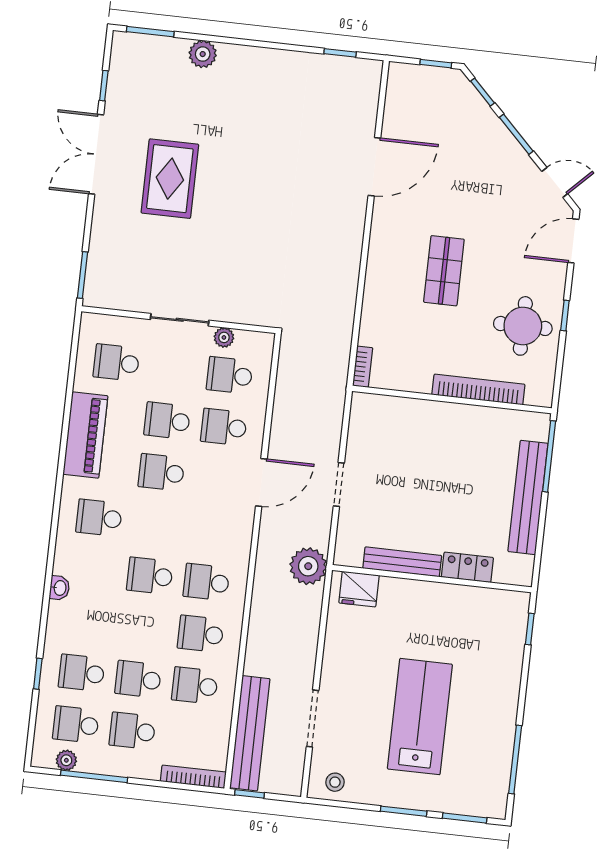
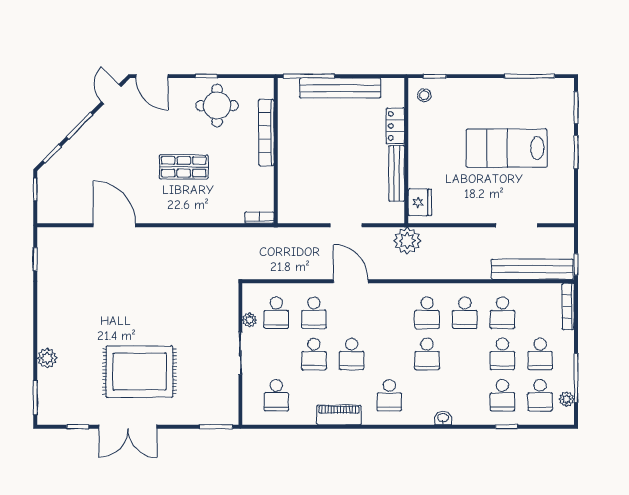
rug: (170, 179) -> (139, 372), width x1.37, depth x1.44
piano: (85, 435) -> (339, 415), width x0.73, depth x0.75
stool: (335, 782) -> (424, 95), moved

